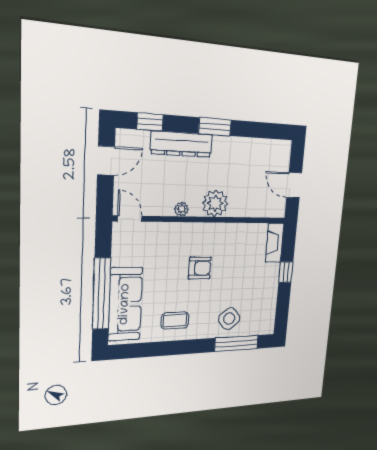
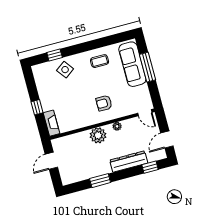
window: (215, 127) -> (100, 181), moved
door: (294, 185) -> (51, 161), swing flipped
armchair: (200, 268) -> (104, 103), moved
window: (102, 294) -> (147, 67), width x0.68
window: (236, 343) -> (55, 55), width x0.46

